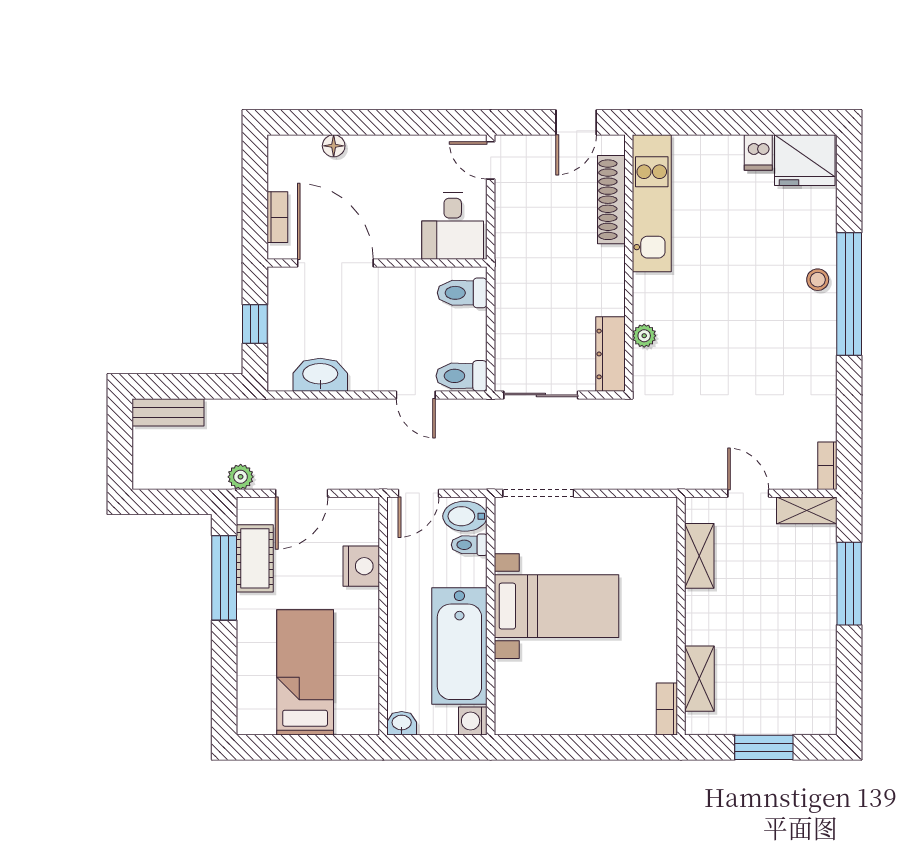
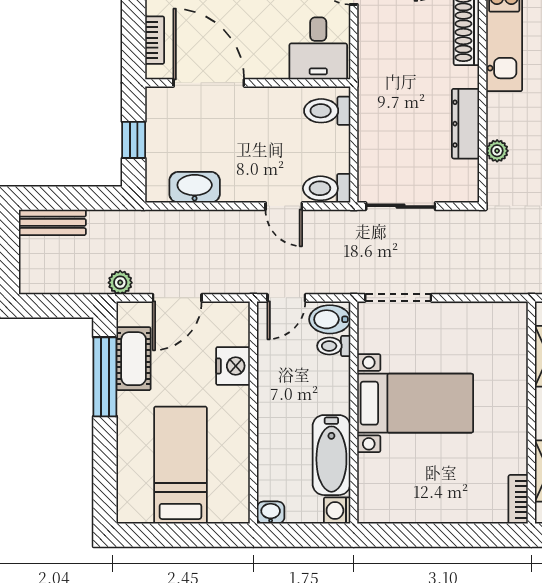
dresser: (610, 354) -> (466, 124), moved
bathtub: (459, 646) -> (331, 455), width x0.73, depth x0.73

